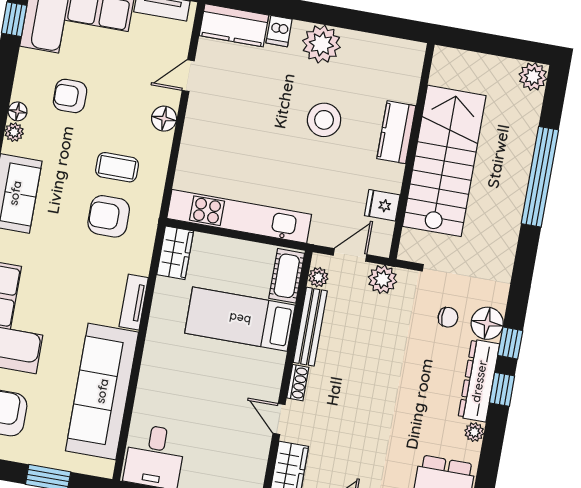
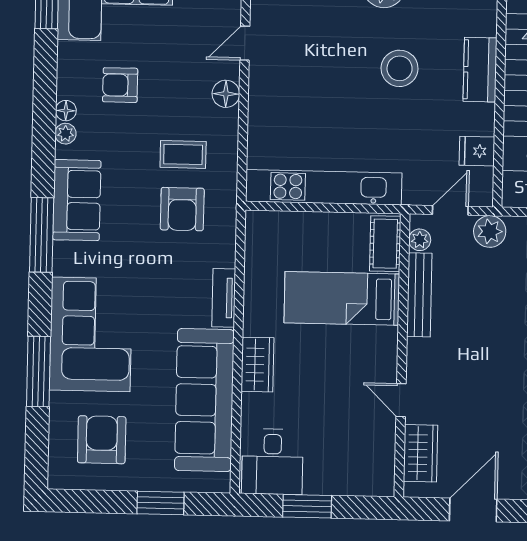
armchair: (109, 216) -> (182, 209), turned -90
wardrobe: (175, 253) -> (258, 365), moved
shoe rack: (298, 383) -> (415, 358), removed

